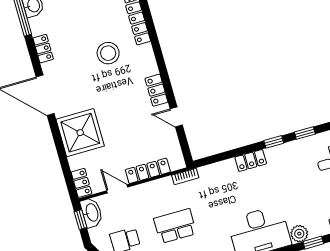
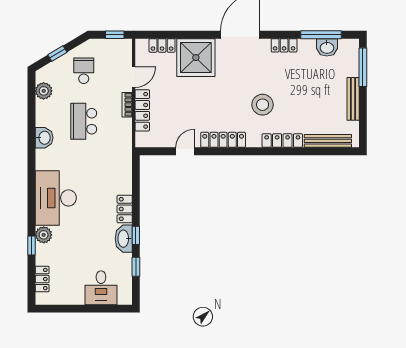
locker: (156, 90) -> (223, 140), width x1.53
bookcase: (185, 176) -> (127, 105), moved
locker: (81, 183) -> (162, 45), moved
washbasin: (92, 213) -> (124, 239), moved, turned 90
school desk: (175, 226) -> (84, 121), turned 180

